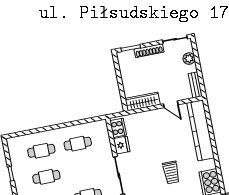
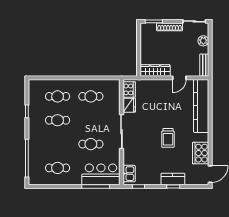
door: (171, 104) -> (179, 78), hinge flipped

